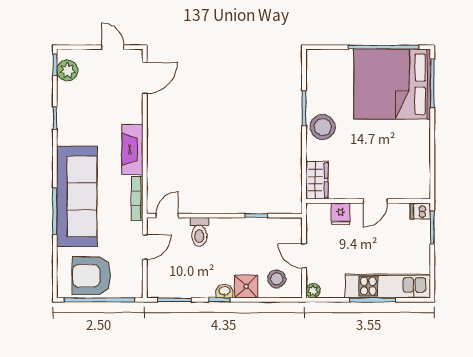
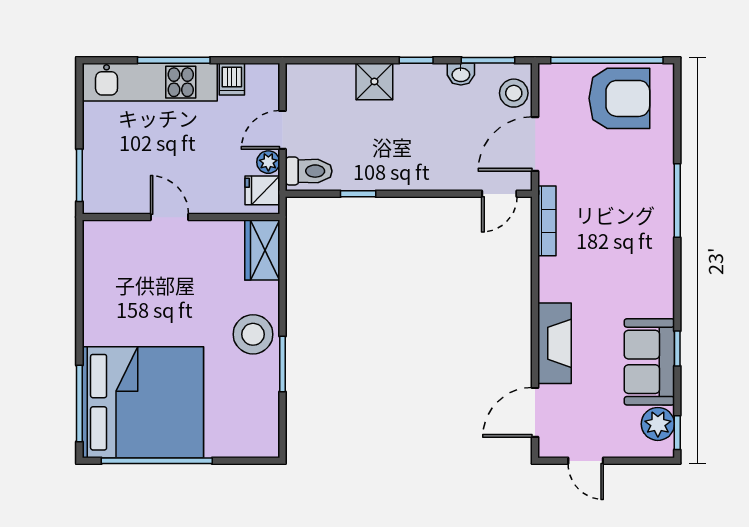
fireplace: (132, 149) -> (555, 343), moved
sofa: (77, 196) -> (649, 362), moved, width x0.54, depth x0.79
door: (375, 201) -> (169, 217), hinge flipped
dishwasher: (420, 211) -> (232, 79), moved, turned 90
fridge: (340, 214) -> (262, 190), moved, turned -90
toilet: (199, 232) -> (309, 171), moved, turned 90
door: (145, 247) -> (535, 144), width x1.38
door: (304, 256) -> (283, 130), swing flipped
stool: (277, 279) -> (514, 93), moved
washbasin: (225, 291) -> (461, 74), moved
plant: (313, 291) -> (268, 162), moved

